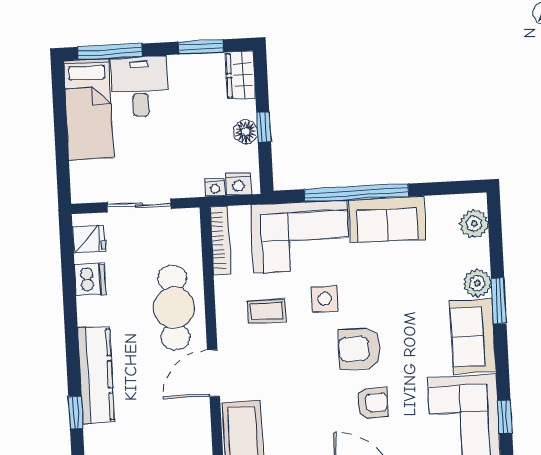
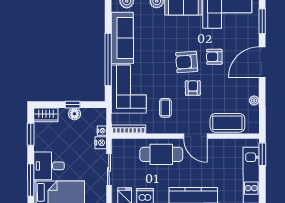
nightstand: (238, 184) -> (101, 143), moved
sofa: (387, 219) -> (122, 38), width x1.36
side table: (325, 299) -> (161, 78), removed
armchair: (360, 349) -> (187, 62), turned 86
armchair: (309, 363) -> (193, 88), added
armchair: (373, 403) -> (214, 57), turned -90

